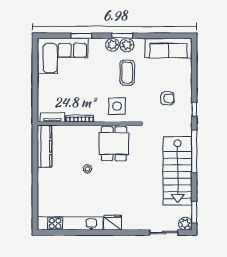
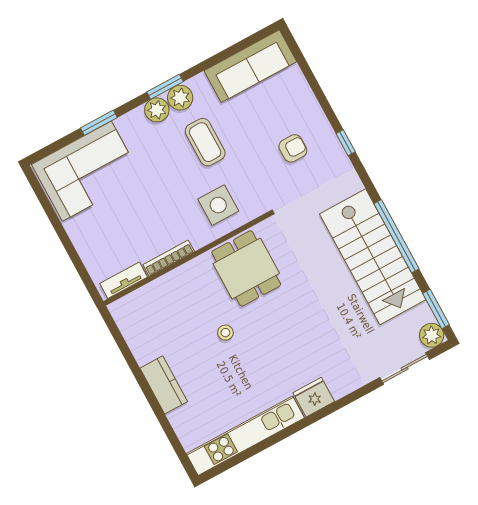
kitchen counter: (44, 146) -> (164, 385), moved, width x0.67
window: (194, 151) -> (396, 236), moved

